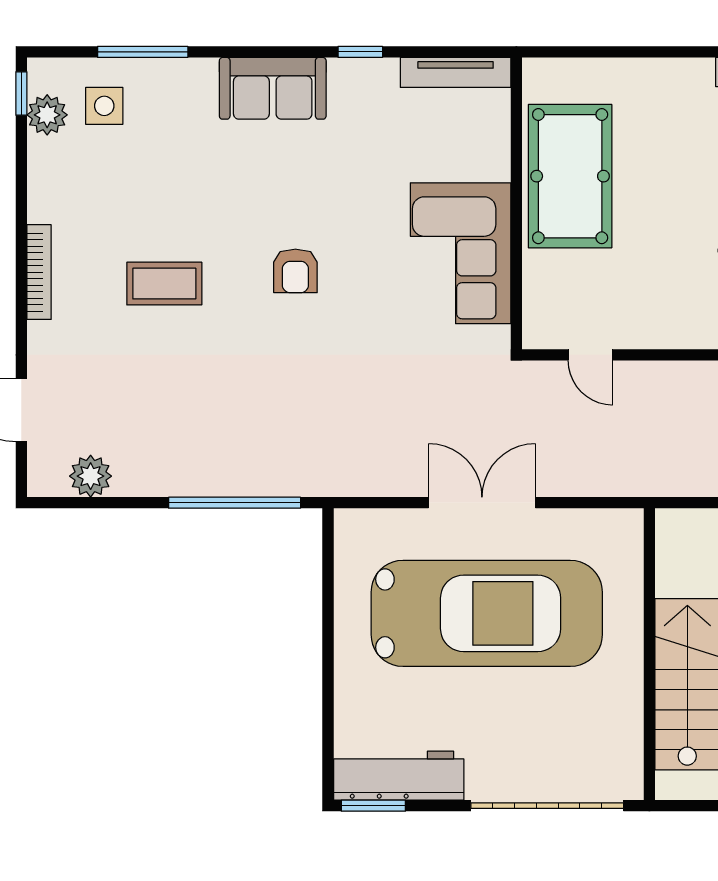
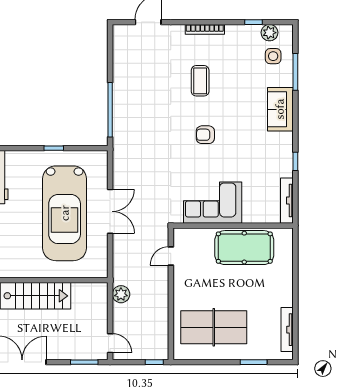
sofa: (273, 88) -> (280, 109), moved
window: (21, 93) -> (253, 22), moved
plant: (91, 476) -> (121, 294), moved
window: (328, 640) -> (54, 148), added

